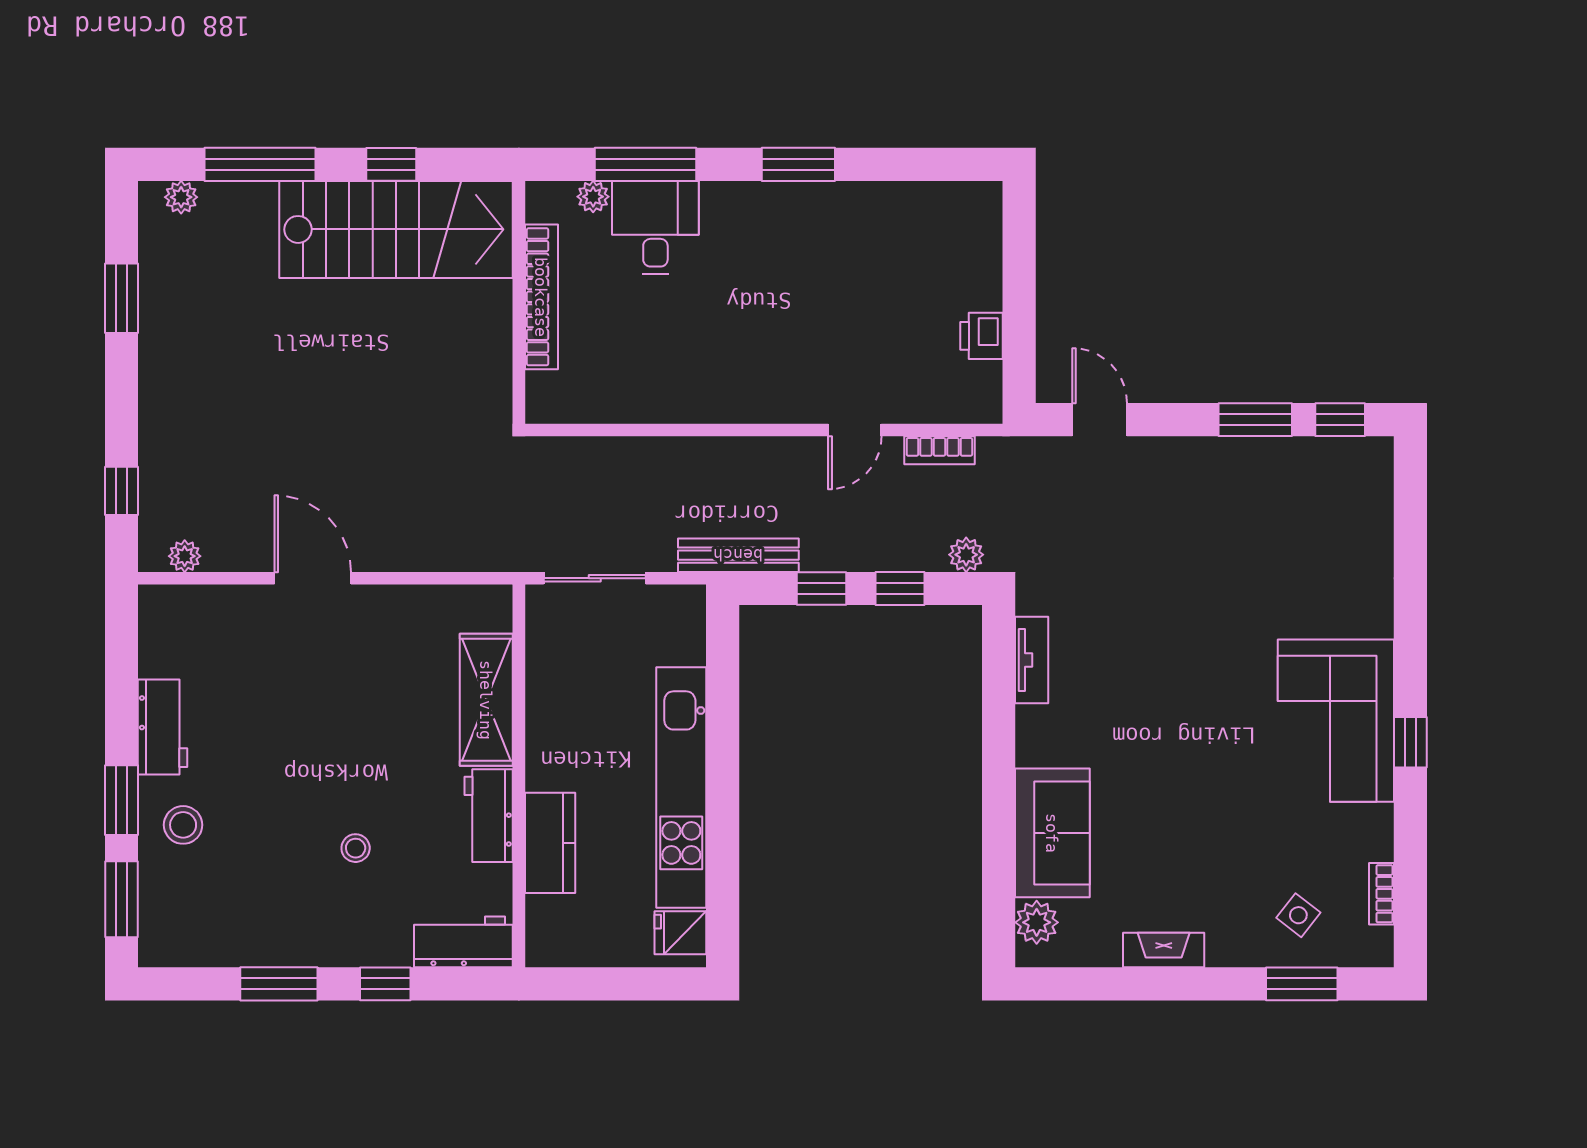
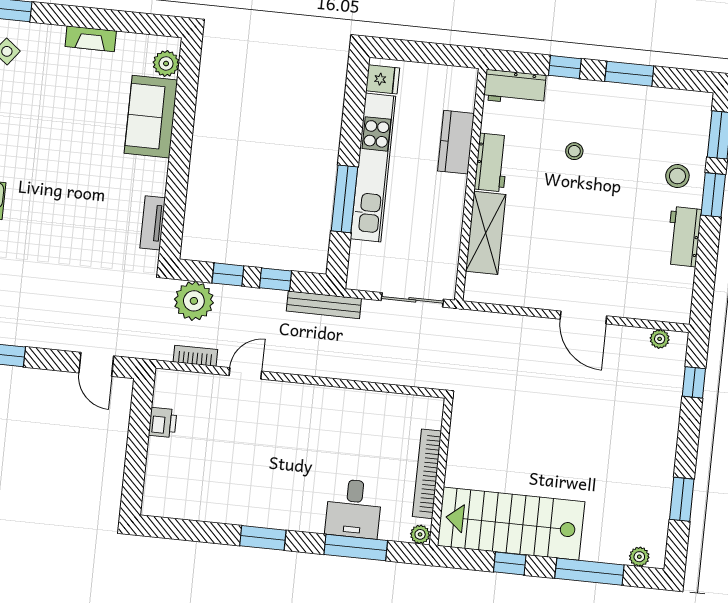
plant: (593, 197) -> (420, 534), moved
plant: (966, 555) -> (194, 301), width x1.87, depth x1.87
window: (723, 731) -> (344, 199), added

